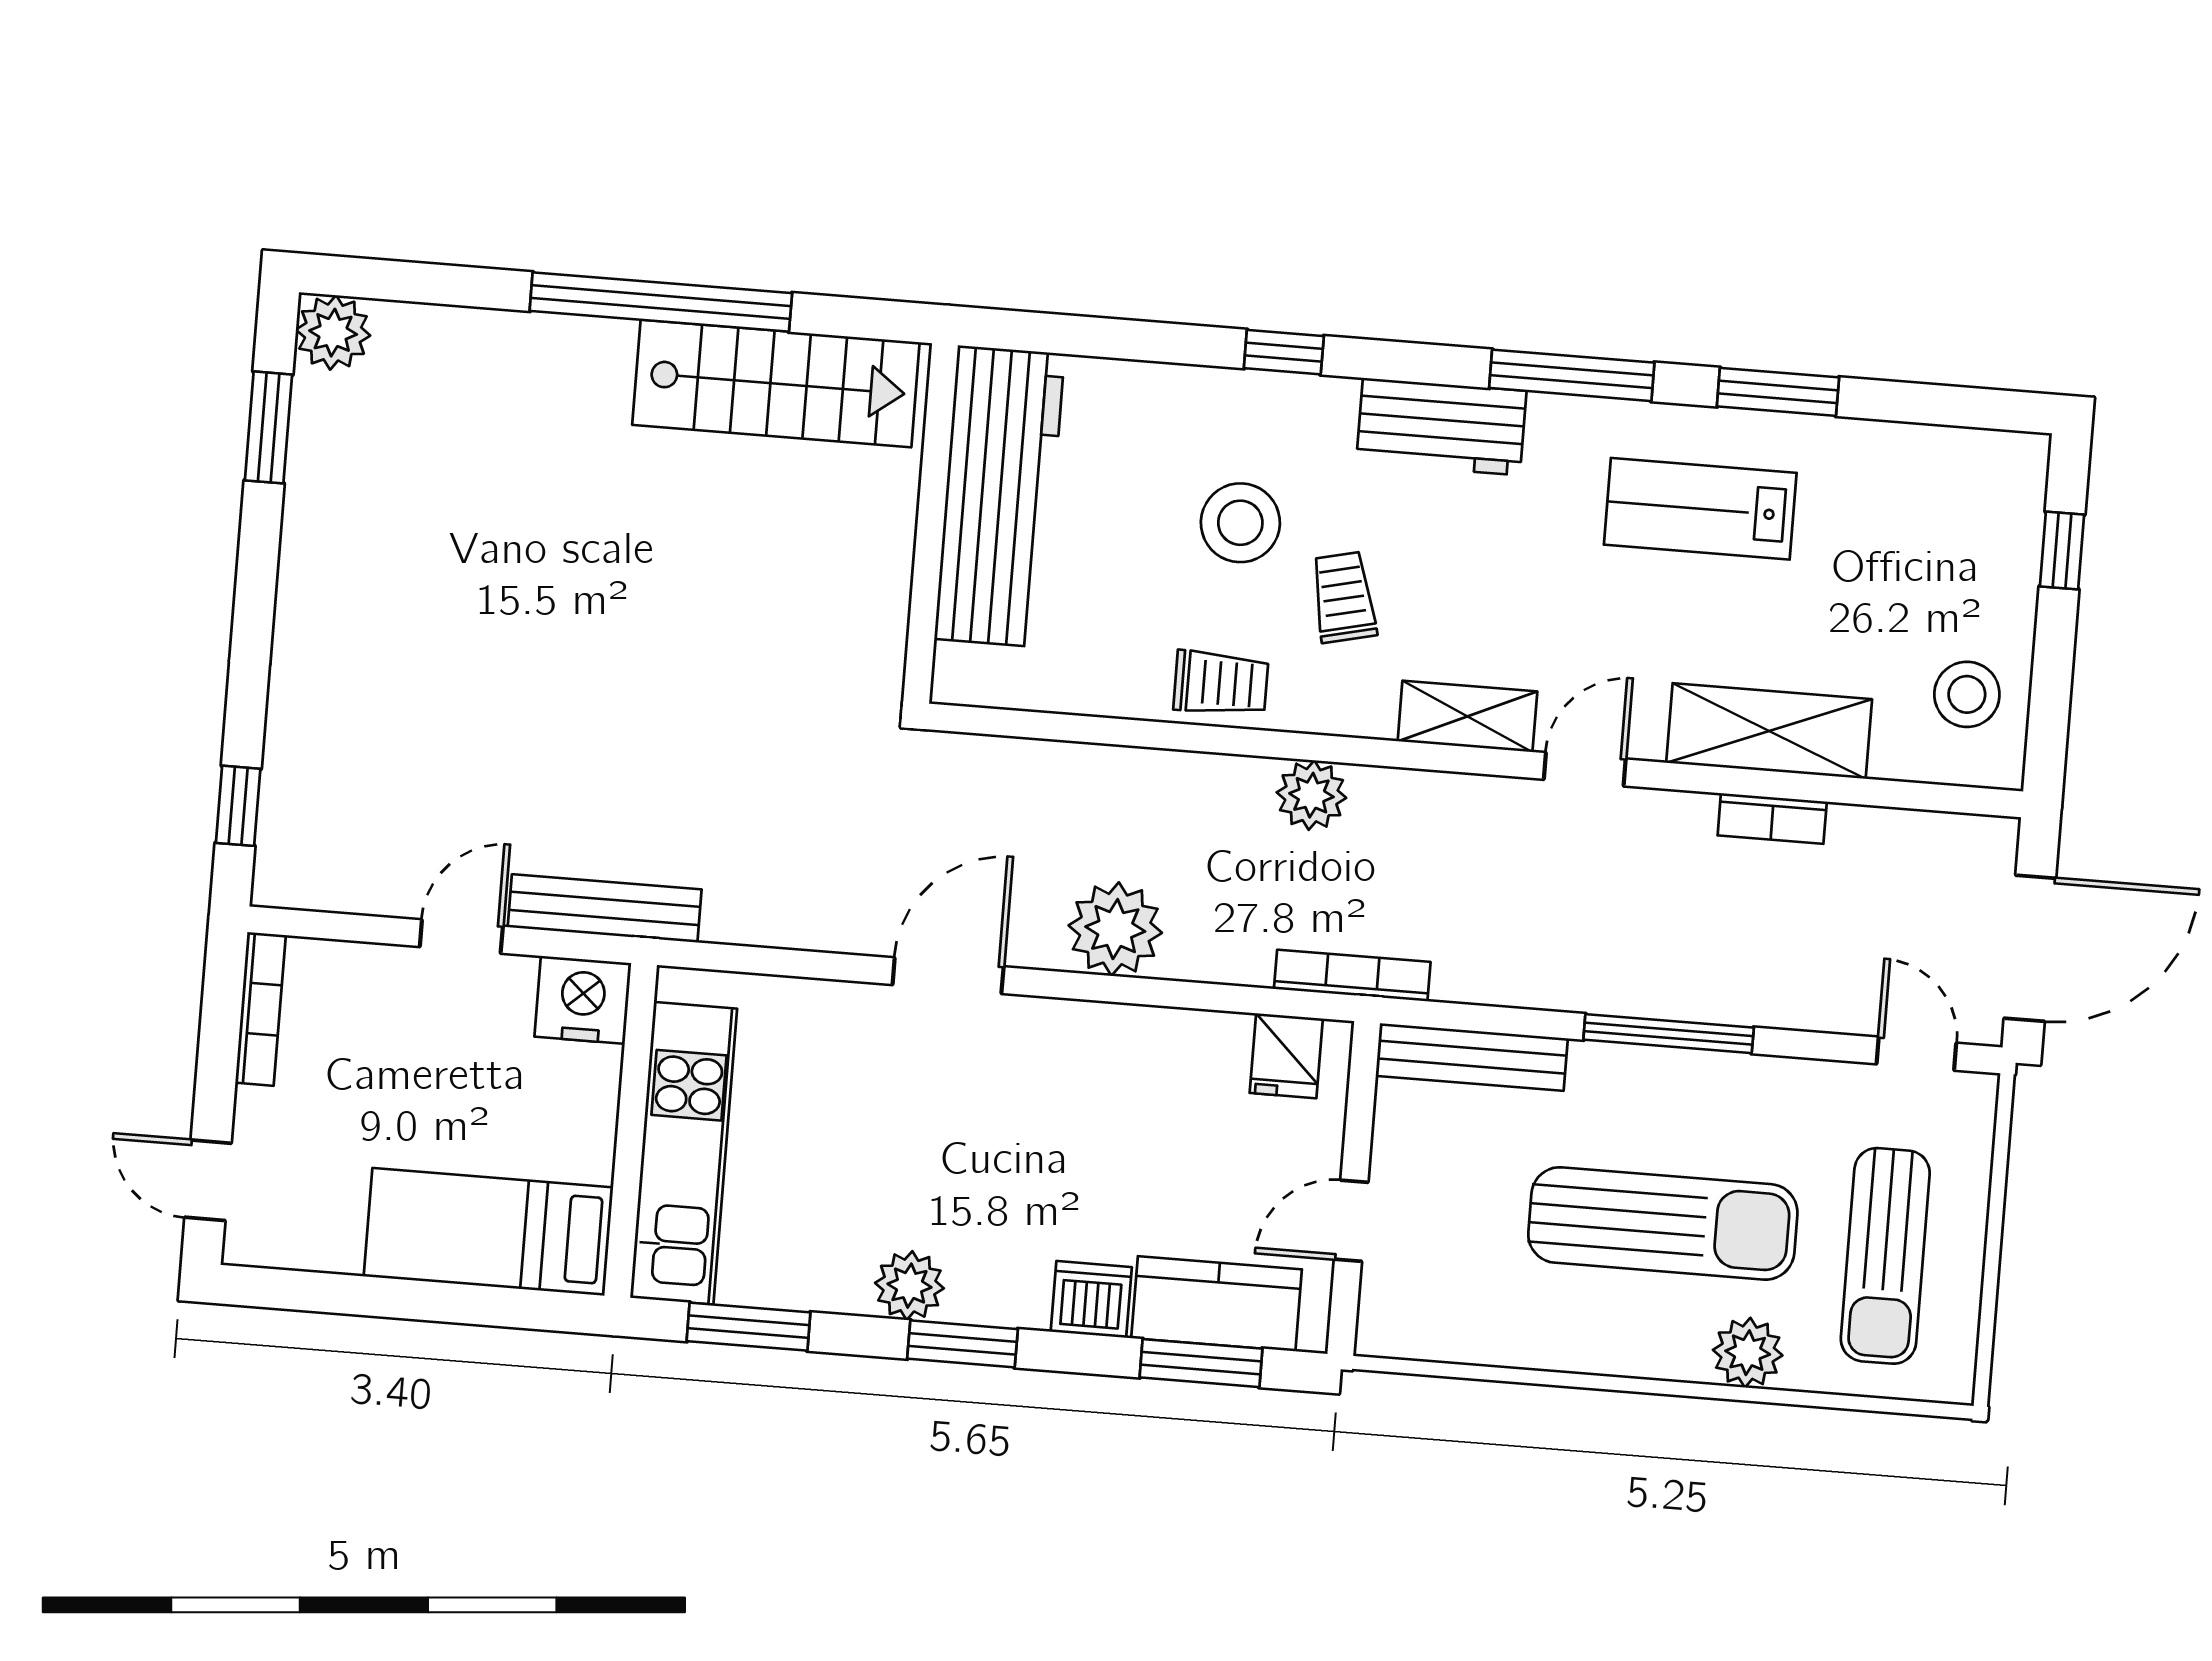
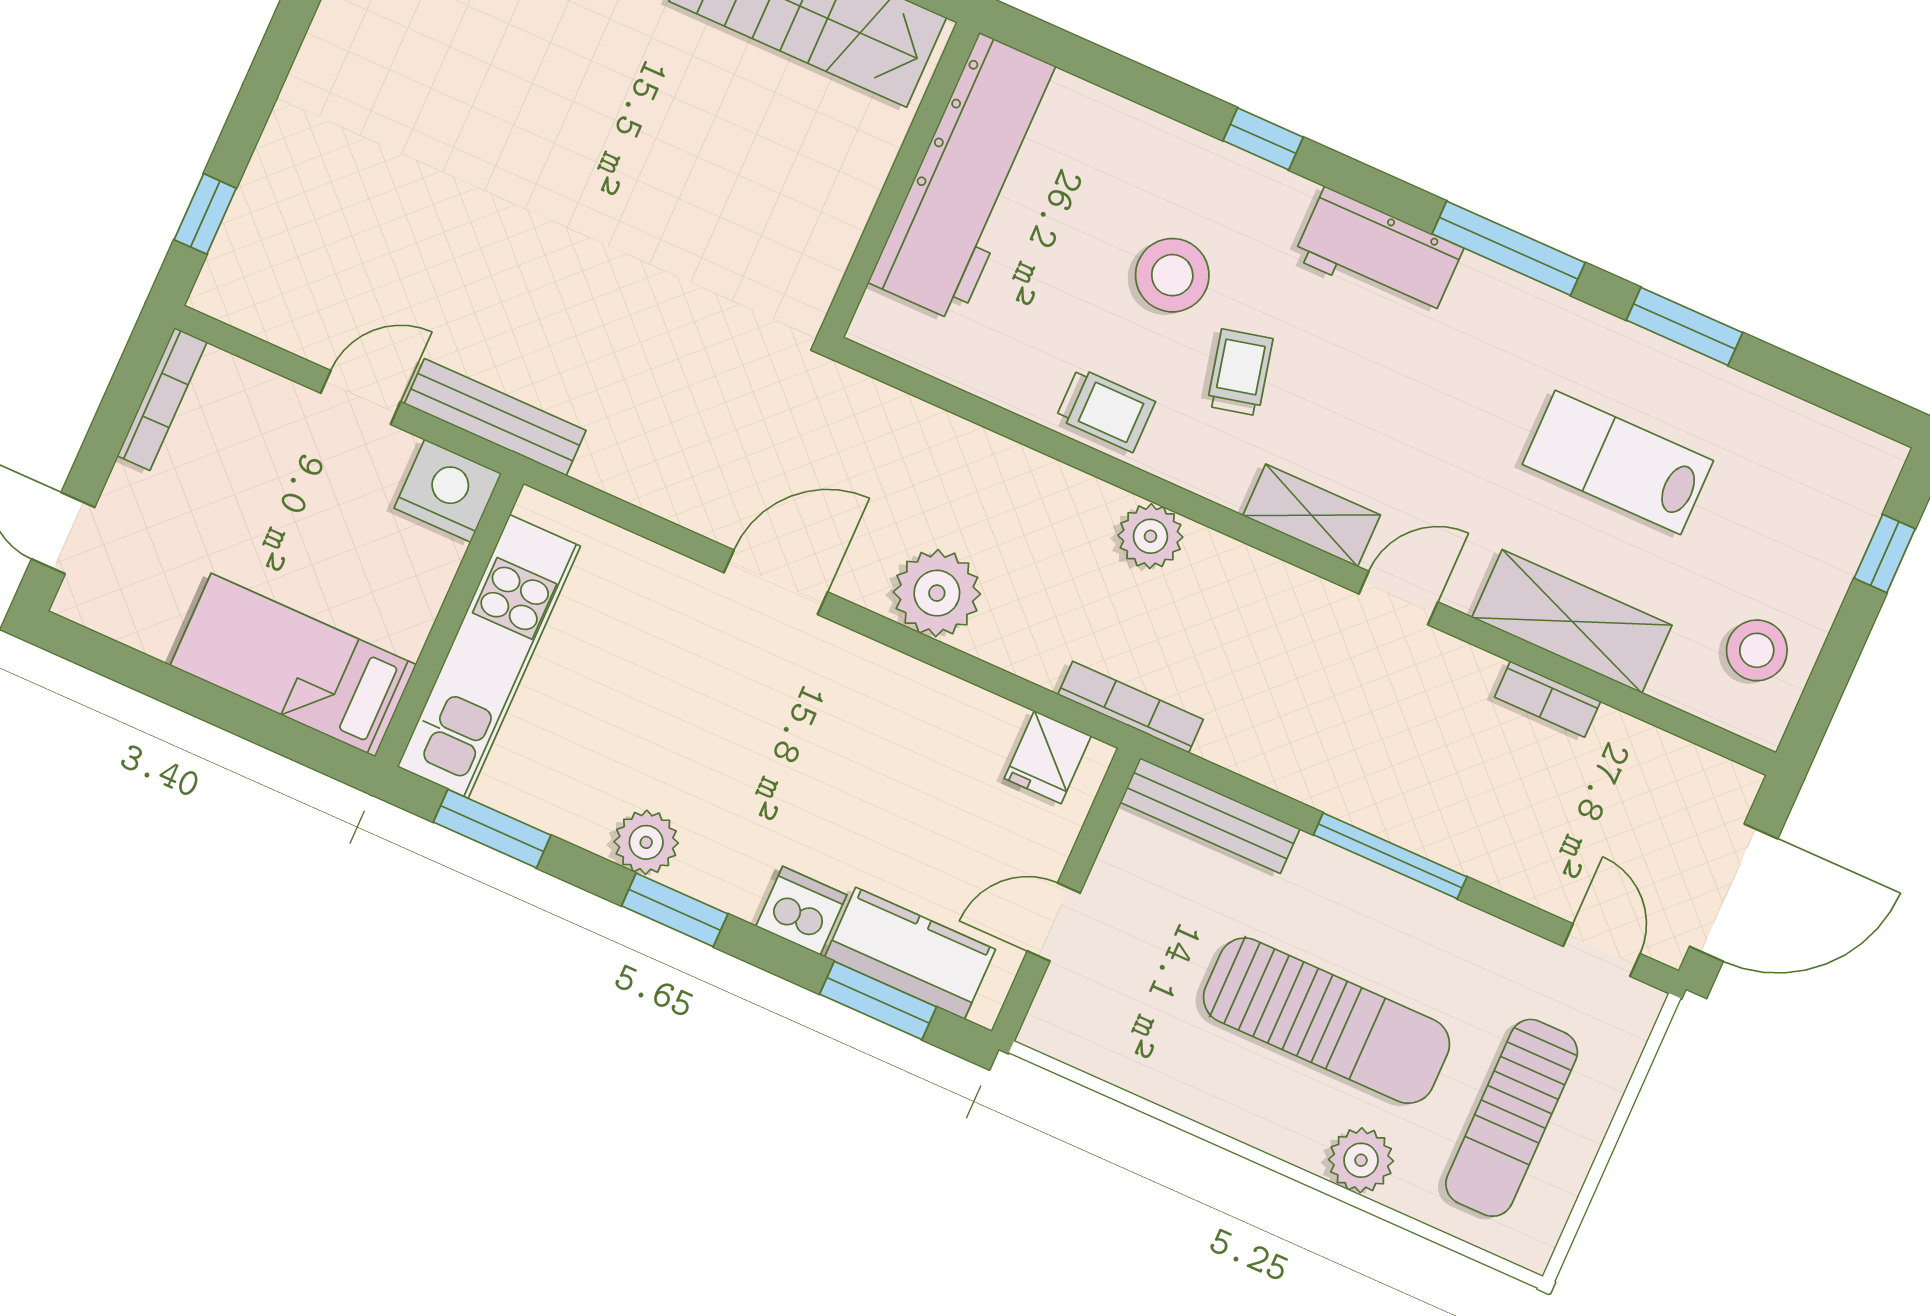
lab bench: (1700, 509) -> (1618, 463), moved

